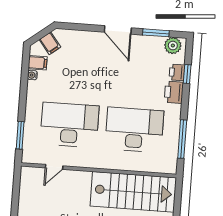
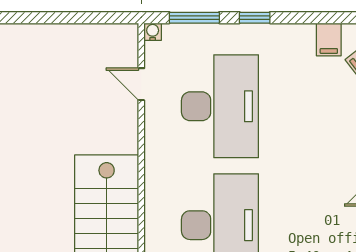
water cooler: (32, 75) -> (153, 32), moved
window: (23, 102) -> (255, 18), added

